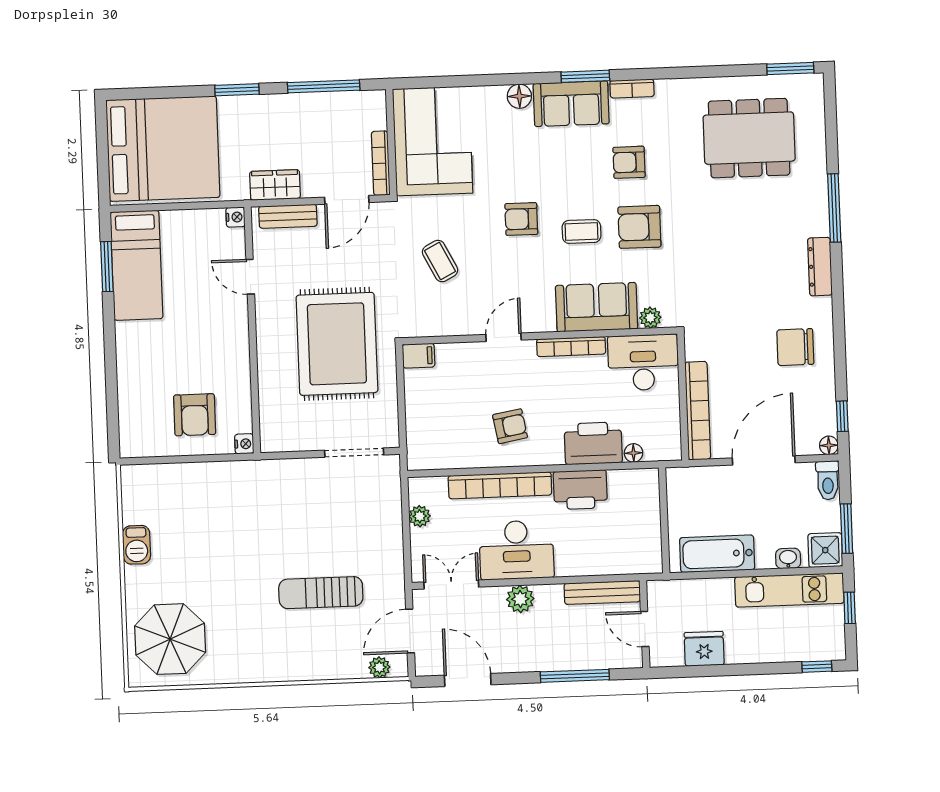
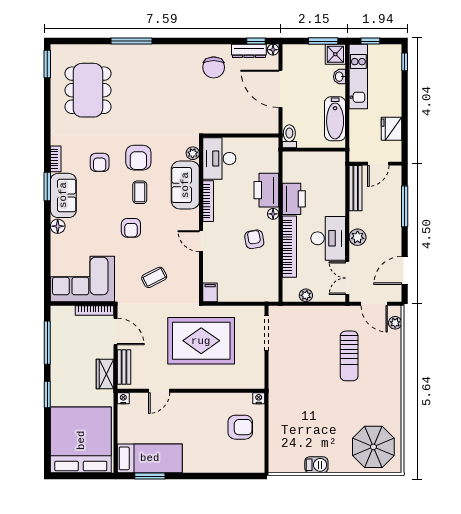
dresser: (820, 267) -> (249, 51), moved
bookcase: (698, 411) -> (249, 127), removed
floor lamp: (633, 453) -> (273, 214), moved
toilet: (828, 480) -> (289, 136), moved, turned -90

